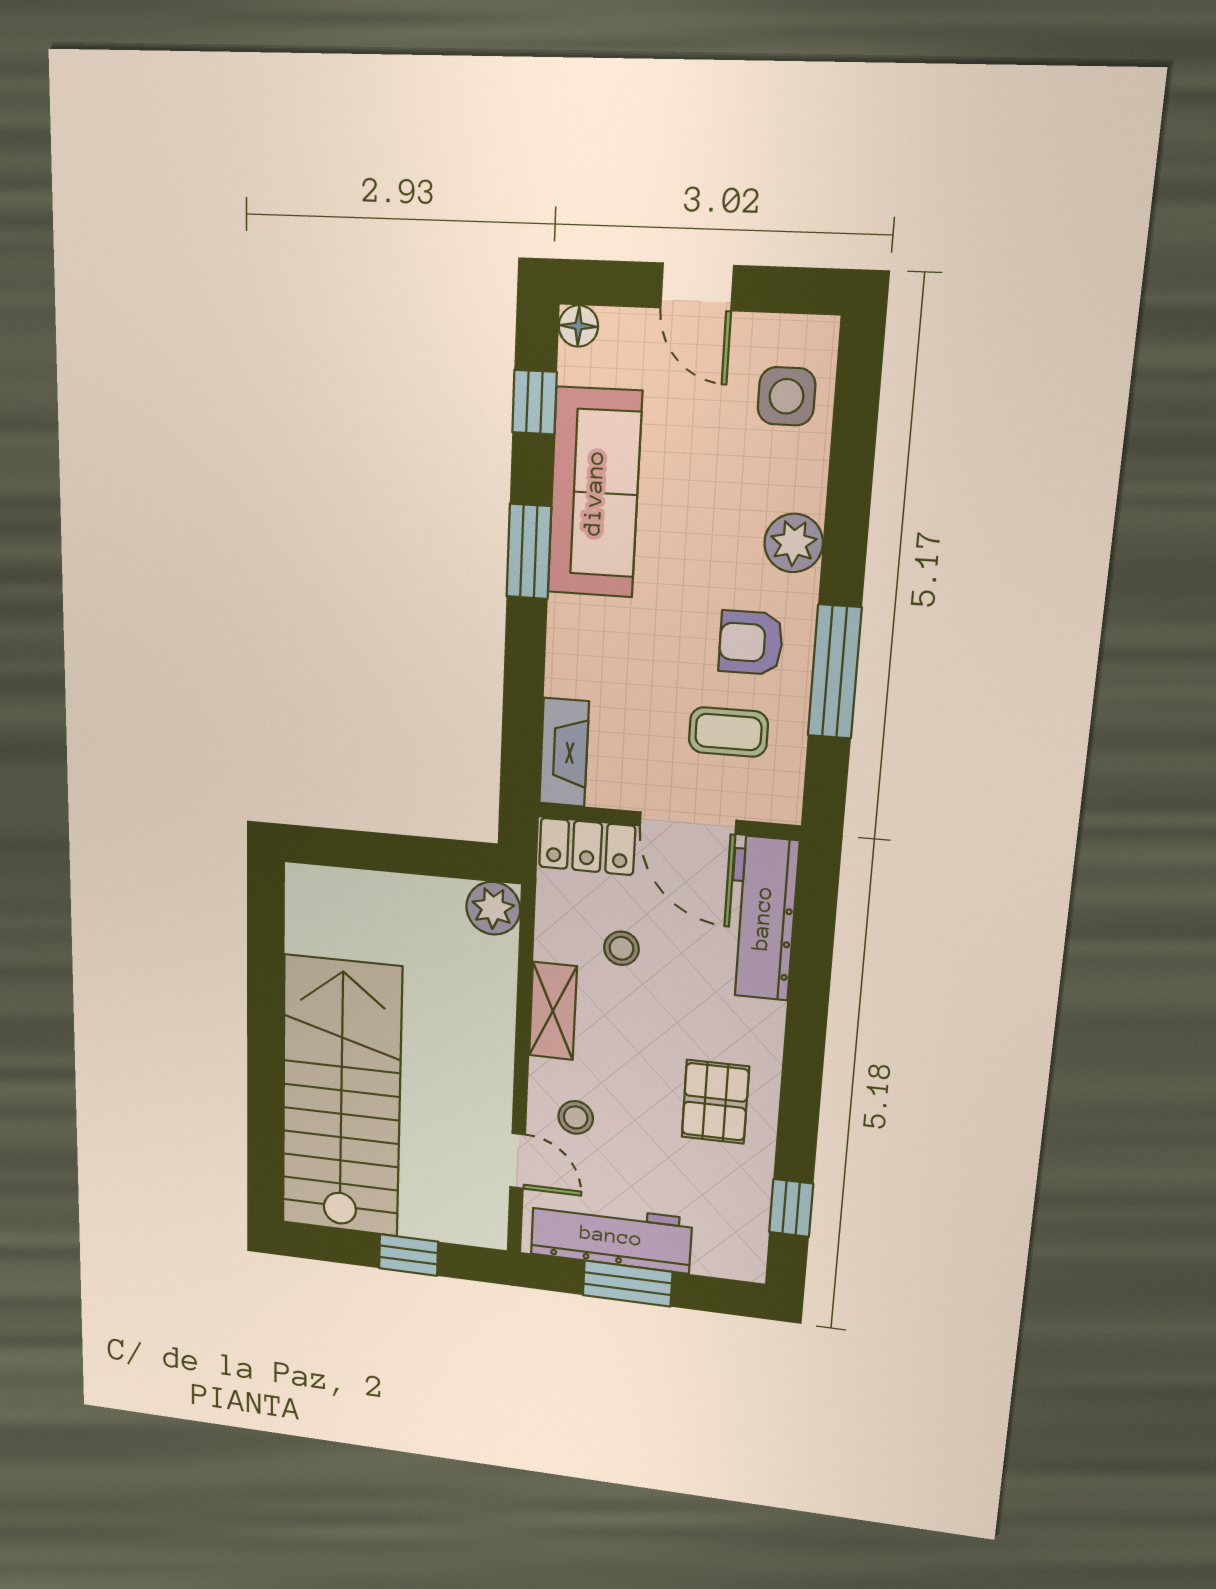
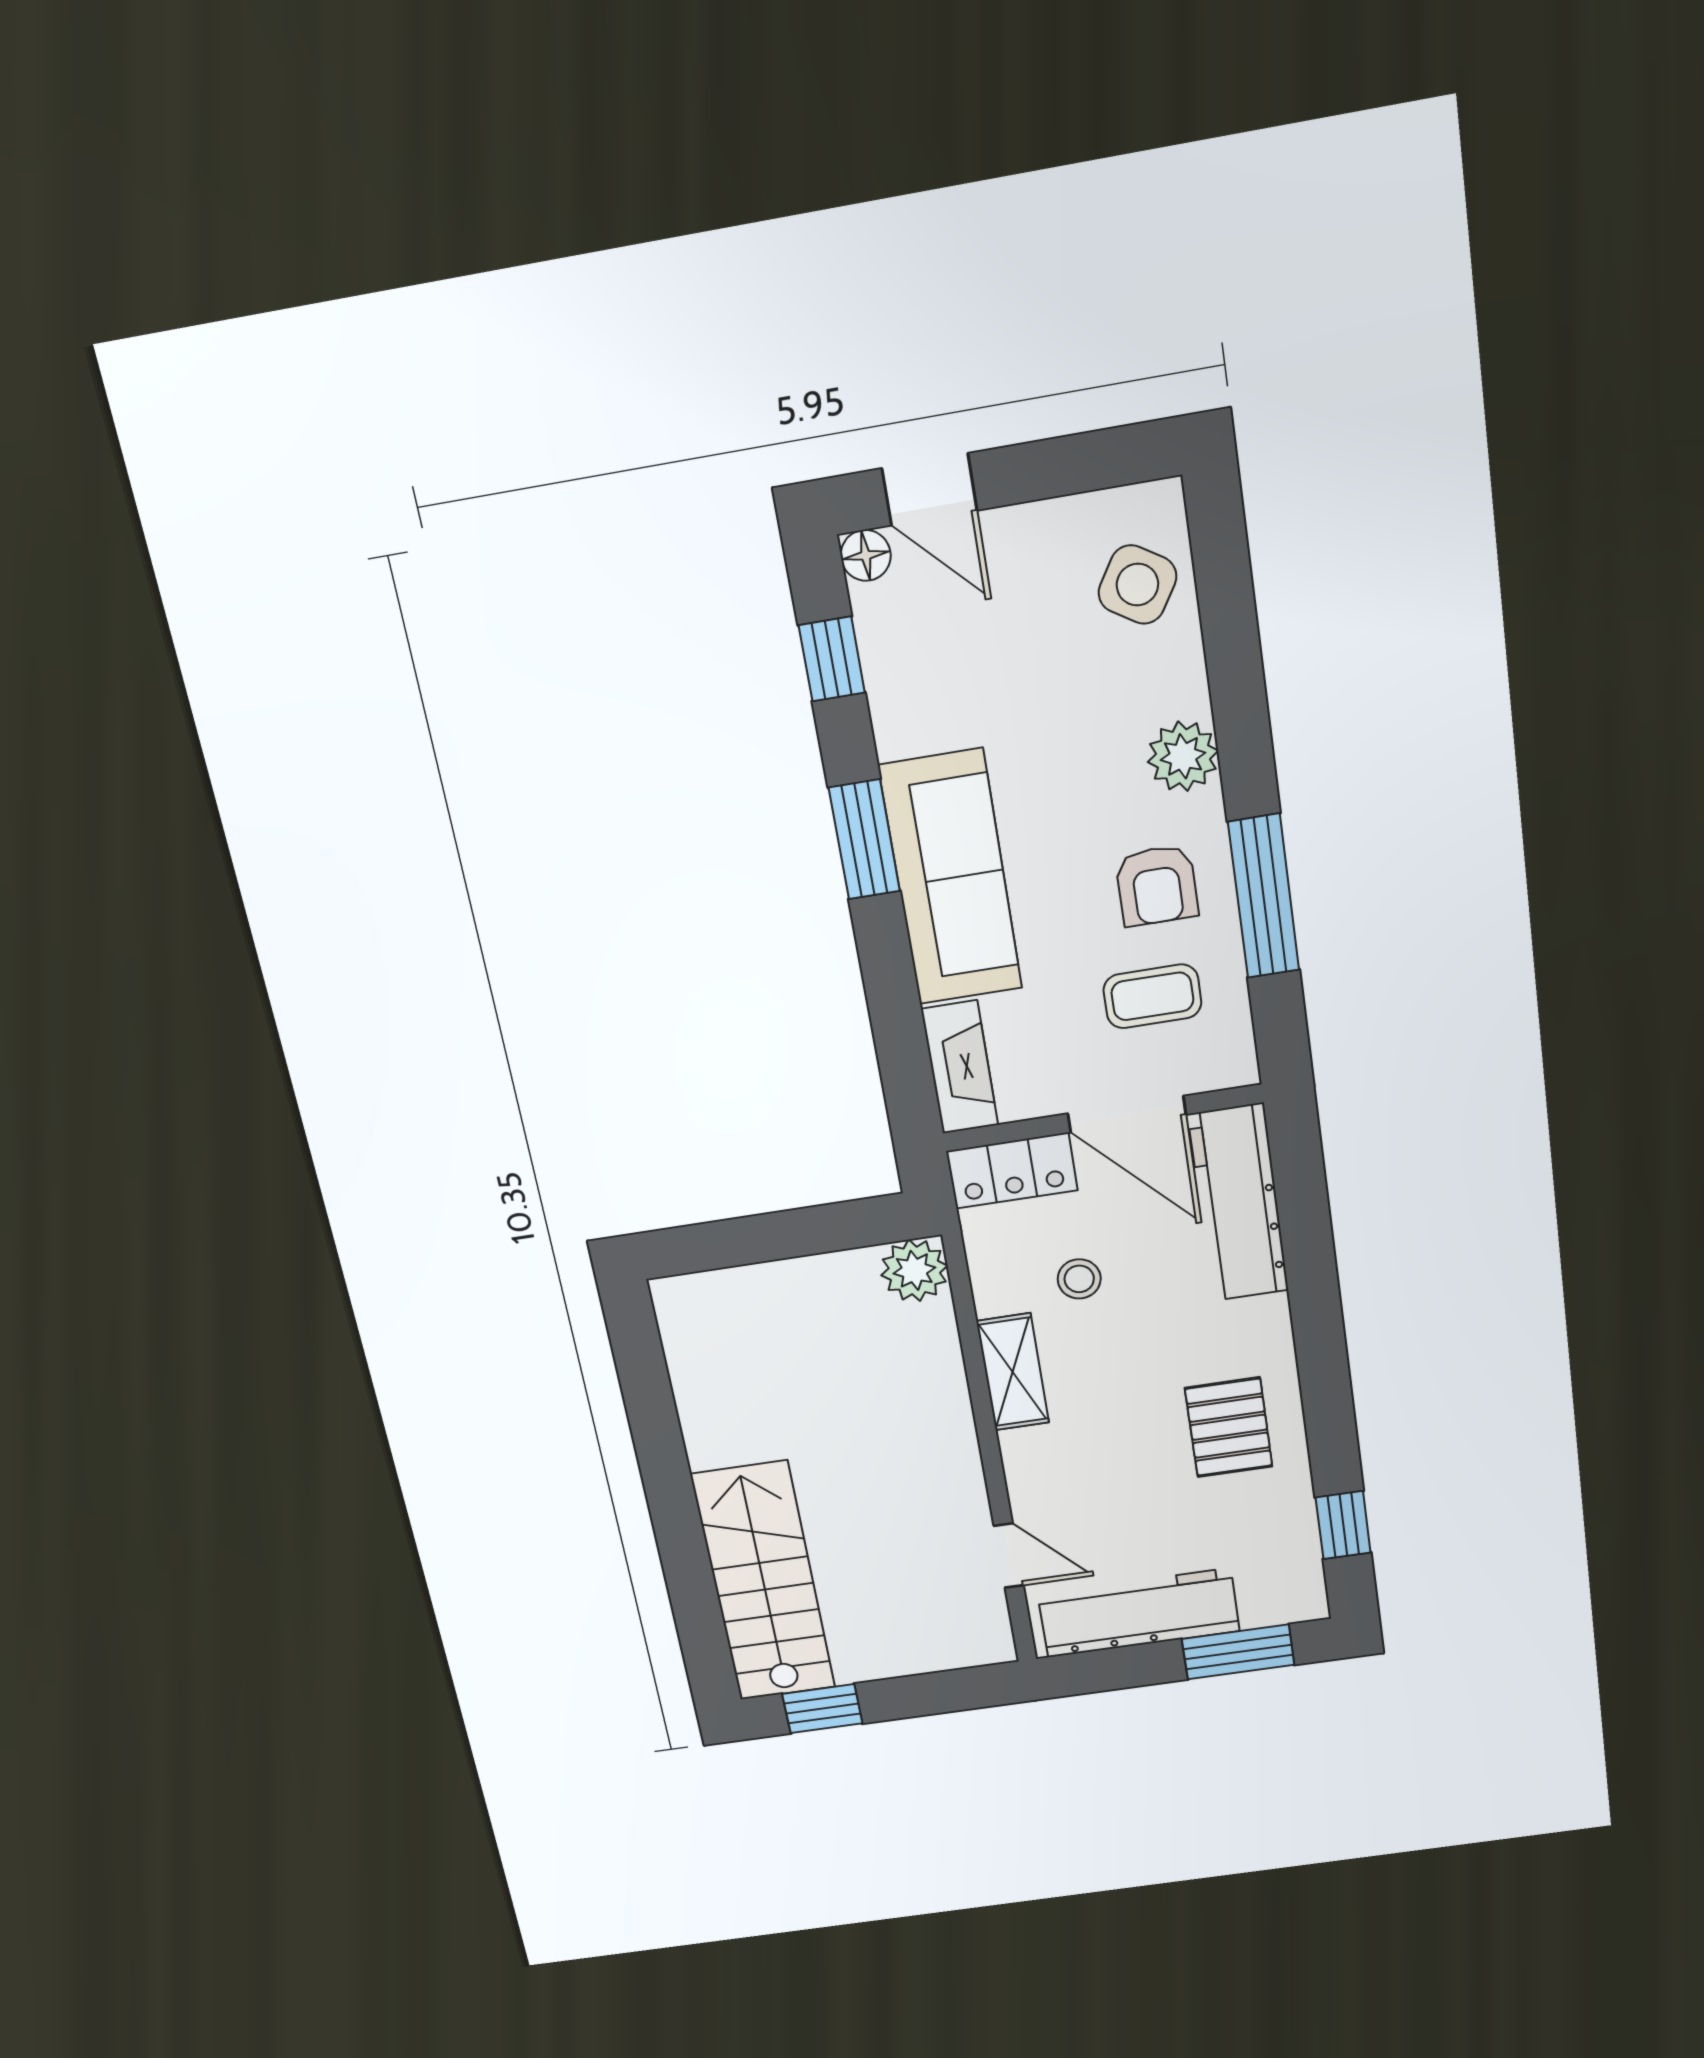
door: (697, 287) -> (929, 490), moved
side table: (786, 396) -> (1137, 585), turned 32
sofa: (594, 493) -> (951, 878), moved
armchair: (751, 643) -> (1157, 885), turned -90
stairs: (341, 1097) -> (763, 1582), width x0.73, depth x0.66
stool: (576, 1117) -> (1067, 1488), removed
window: (408, 1255) -> (822, 1709), moved
window: (627, 1284) -> (1238, 1652), moved

